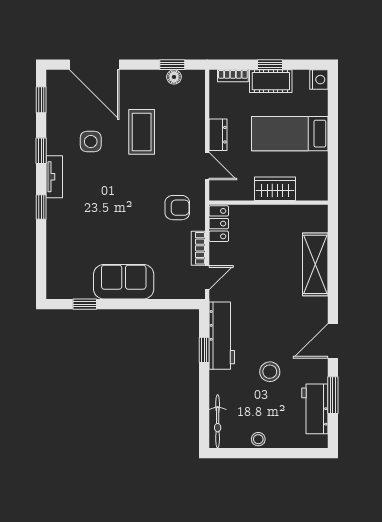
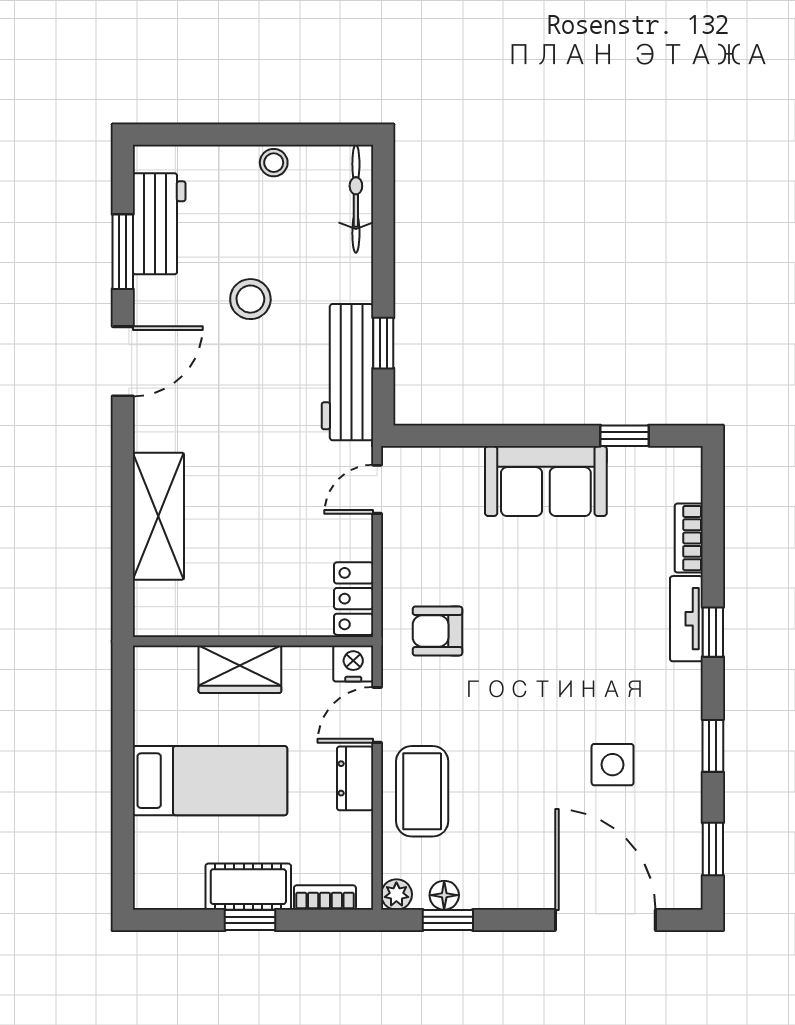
plant: (198, 77) -> (396, 894), added
nightstand: (319, 80) -> (353, 664), moved, turned 90
coffee table: (142, 132) -> (422, 791), moved
door: (207, 166) -> (377, 715), hinge flipped
tv unit: (54, 177) -> (686, 619), moved
bookcase: (198, 248) -> (689, 538), moved, turned 180

